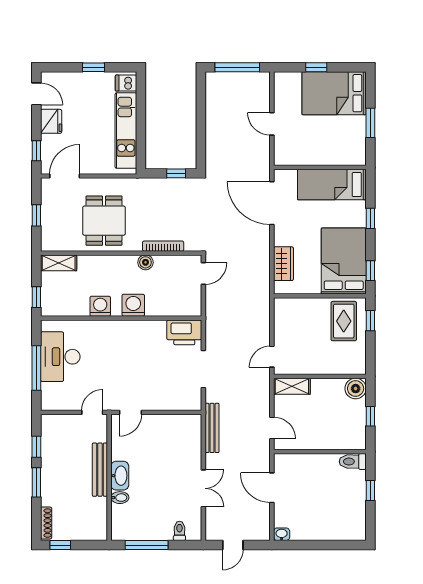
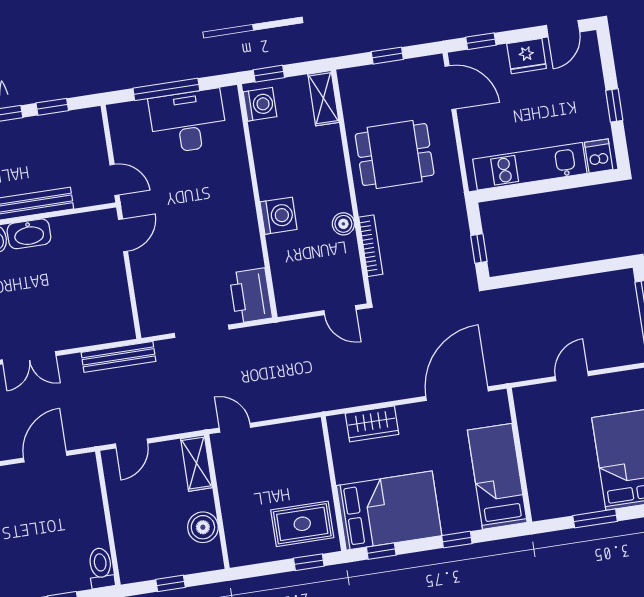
washing machine: (100, 306) -> (260, 104), moved
boiler: (356, 389) -> (203, 527), moved
door: (131, 412) -> (123, 235), swing flipped

